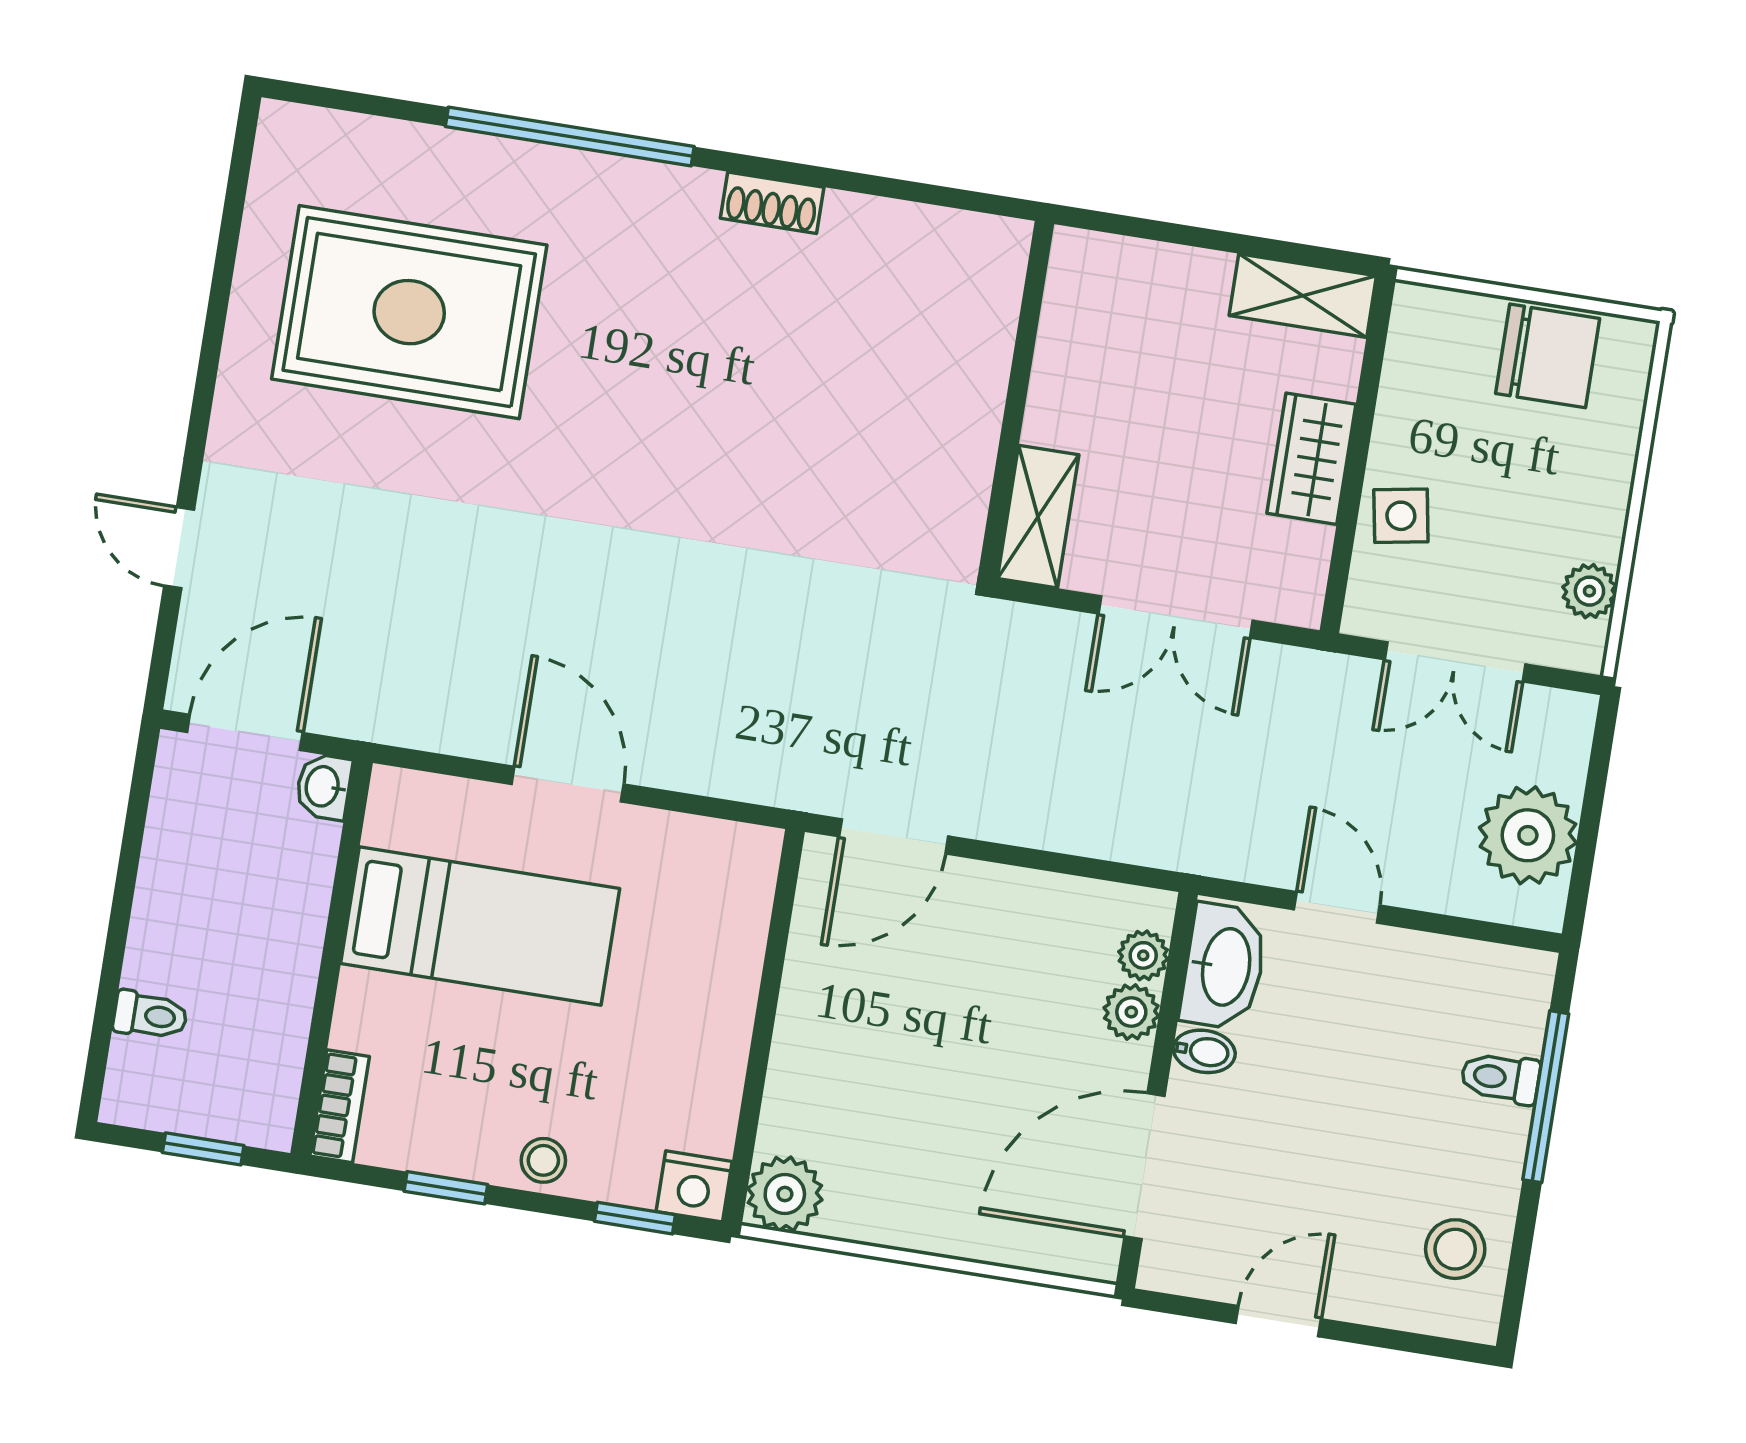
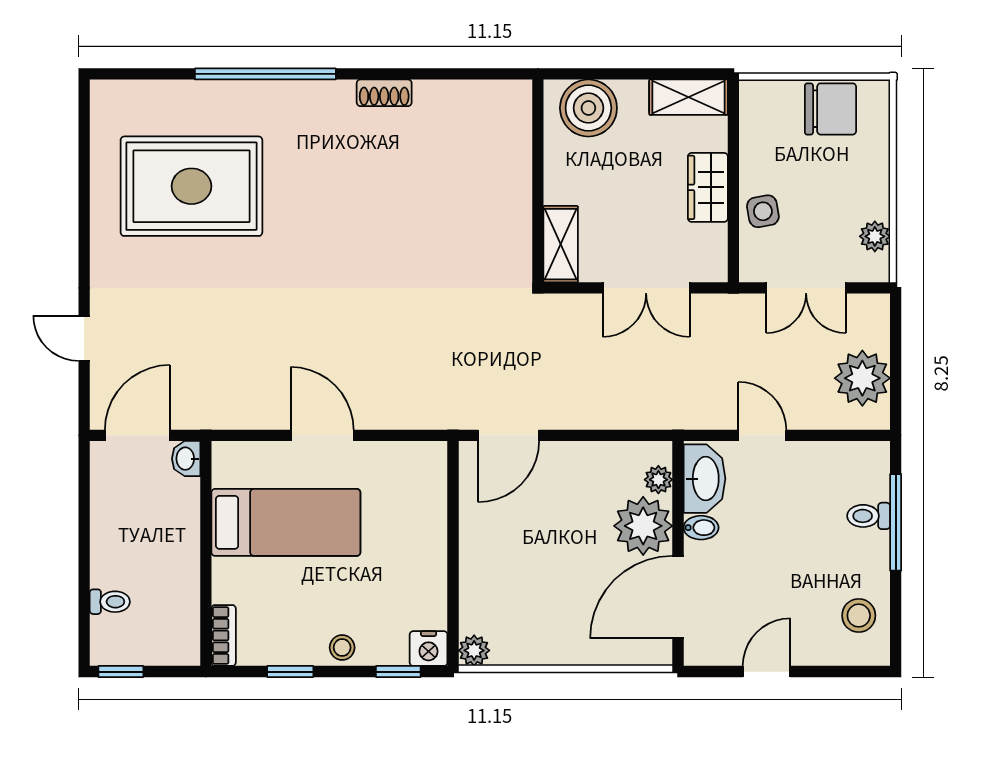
boiler: (1125, 287) -> (588, 108), added
plant: (1131, 1012) -> (643, 526), width x1.88, depth x1.88
window: (203, 1149) -> (121, 672), moved
plant: (785, 1194) -> (474, 650), width x0.73, depth x0.73

